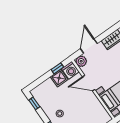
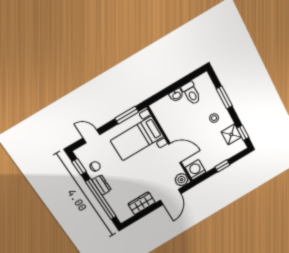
window: (57, 68) -> (222, 166), moved
shower: (59, 78) -> (231, 134), moved

